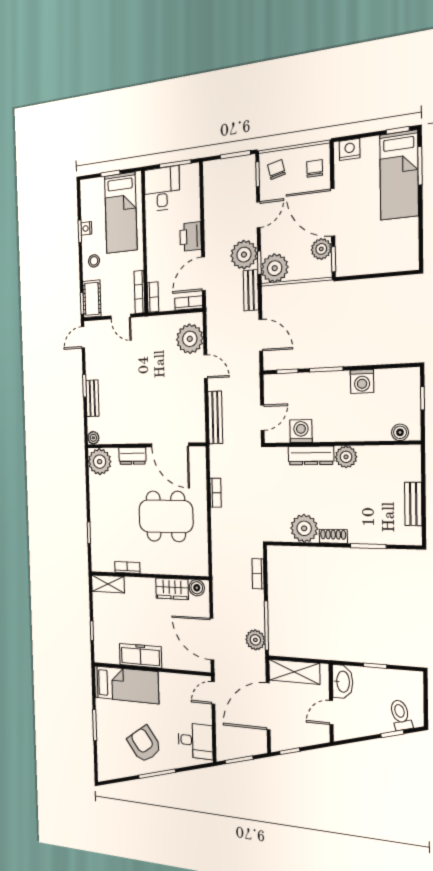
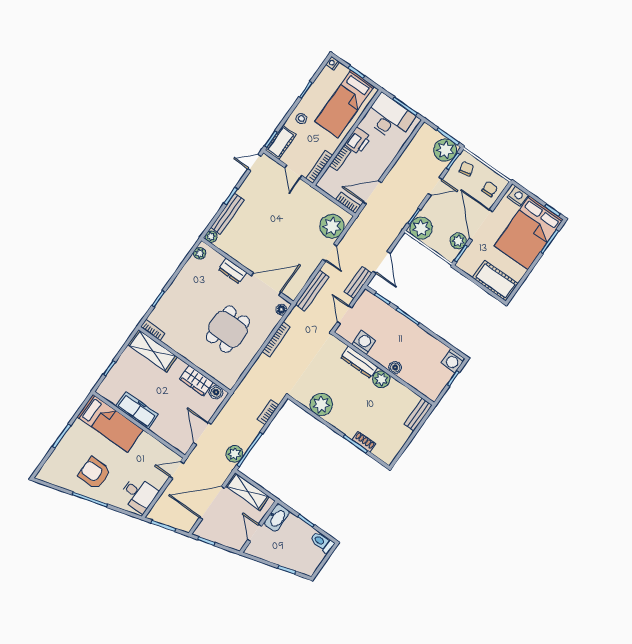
bed: (399, 175) -> (529, 233), width x1.50
desk: (162, 189) -> (389, 117), width x1.37
nightstand: (86, 228) -> (332, 63), moved
printer: (191, 236) -> (358, 141), moved, turned 180
plant: (244, 255) -> (445, 150), moved
cot: (391, 257) -> (495, 281), added
bench: (251, 290) -> (358, 283), moved
bookcase: (153, 297) -> (340, 158), moved
washing machine: (362, 381) -> (453, 361), moved
bench: (92, 398) -> (227, 214), width x1.36
door: (262, 418) -> (344, 315), swing flipped
boiler: (400, 432) -> (395, 368), moved
door: (170, 445) -> (266, 284), swing flipped
floor lamp: (200, 459) -> (281, 310), added
plant: (100, 462) -> (200, 253), width x0.53, depth x0.53
bookcase: (216, 493) -> (276, 339), width x1.56
bench: (413, 504) -> (418, 415), moved
dining table: (166, 516) -> (228, 329), width x0.73
shoe rack: (333, 536) -> (364, 442), moved
bookcase: (127, 567) -> (153, 330), moved
shelving: (108, 584) -> (153, 351), width x1.50, depth x1.33
door: (212, 639) -> (202, 434), width x0.73
door: (331, 713) -> (255, 533), hinge flipped
toilet: (401, 715) -> (322, 542), moved, turned -74
armchair: (144, 744) -> (95, 473), turned -54

